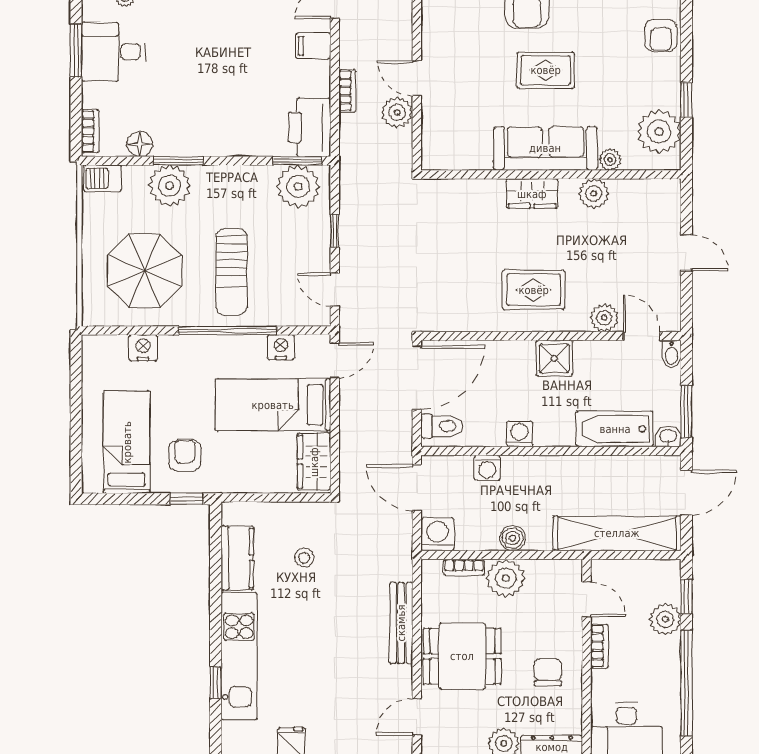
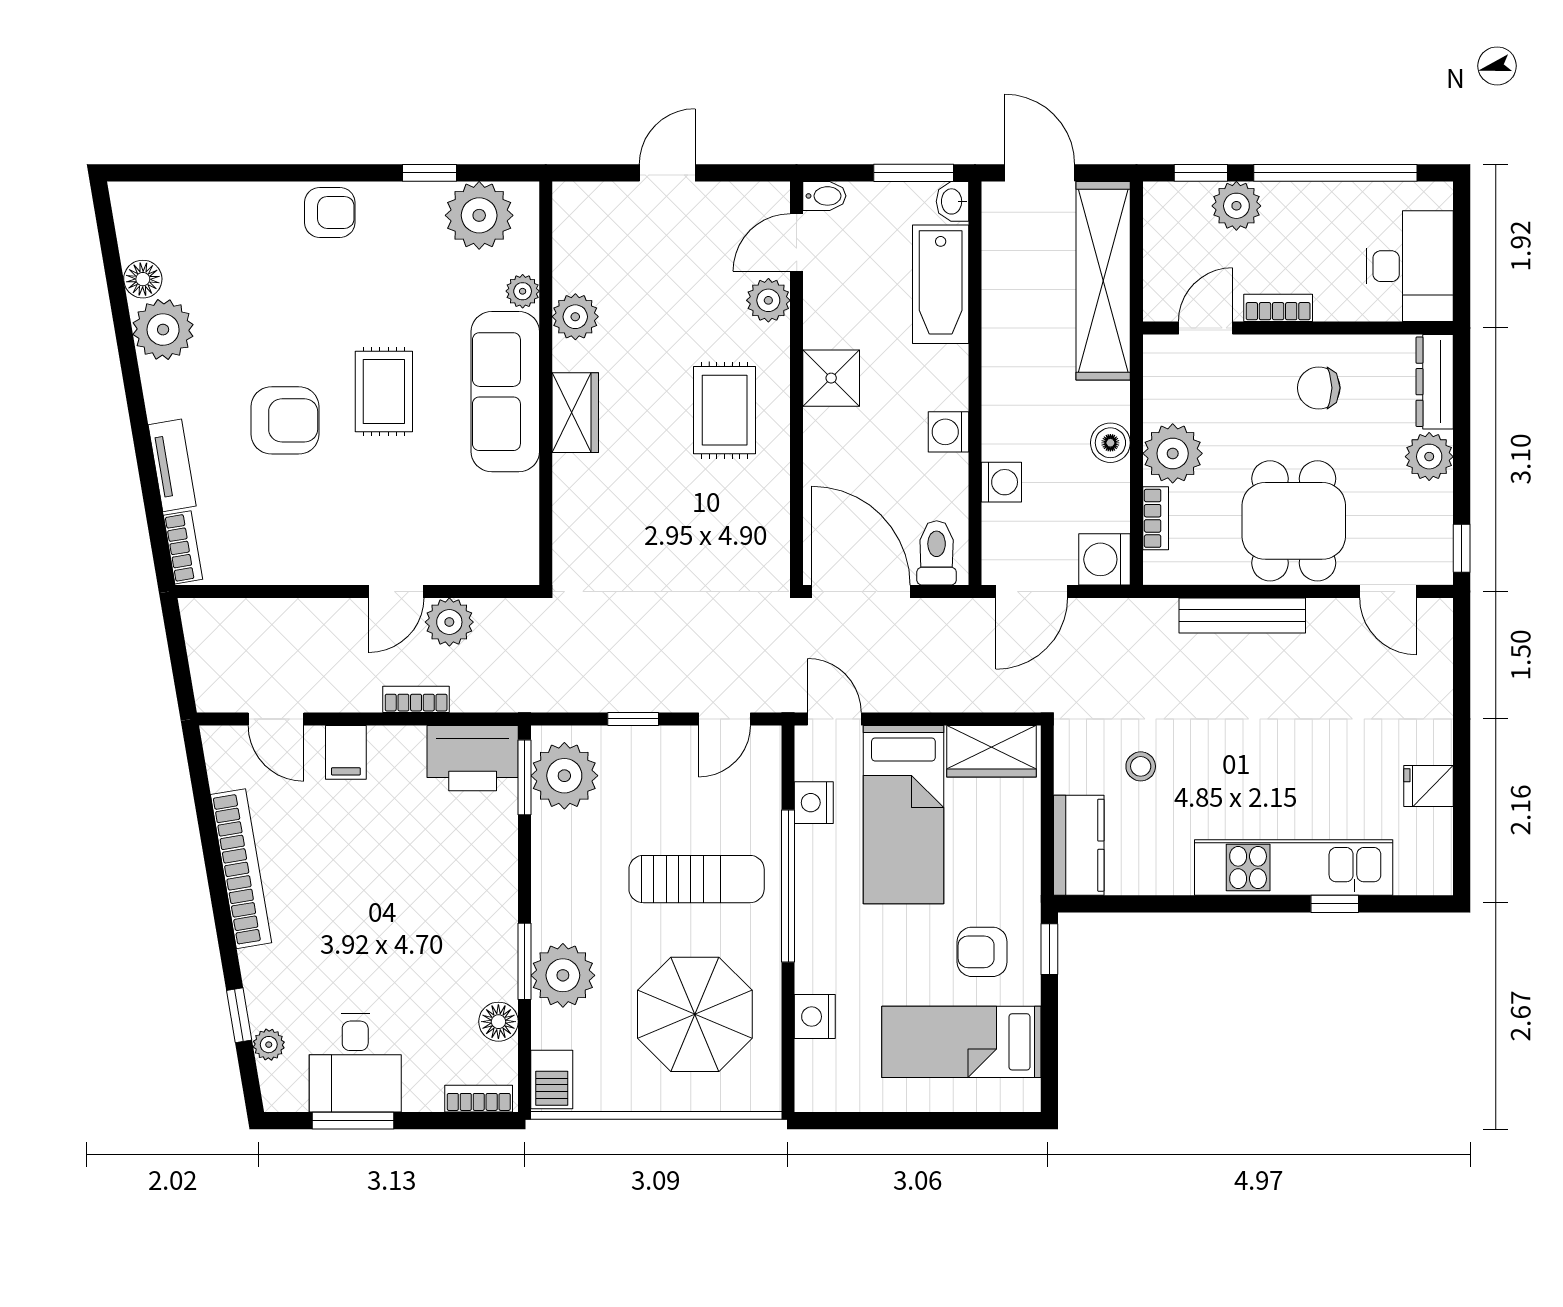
kitchen counter: (237, 558) -> (1079, 845), moved, turned 90

